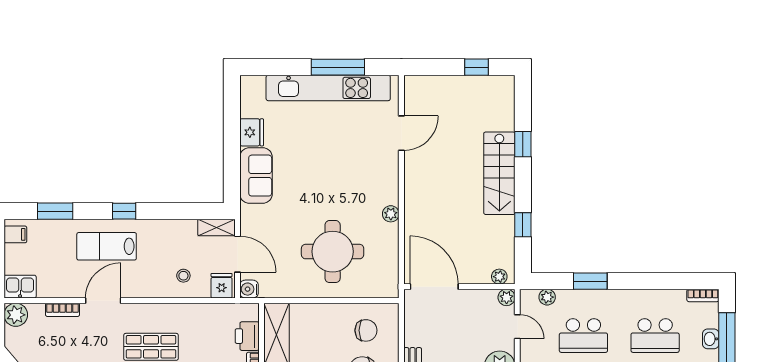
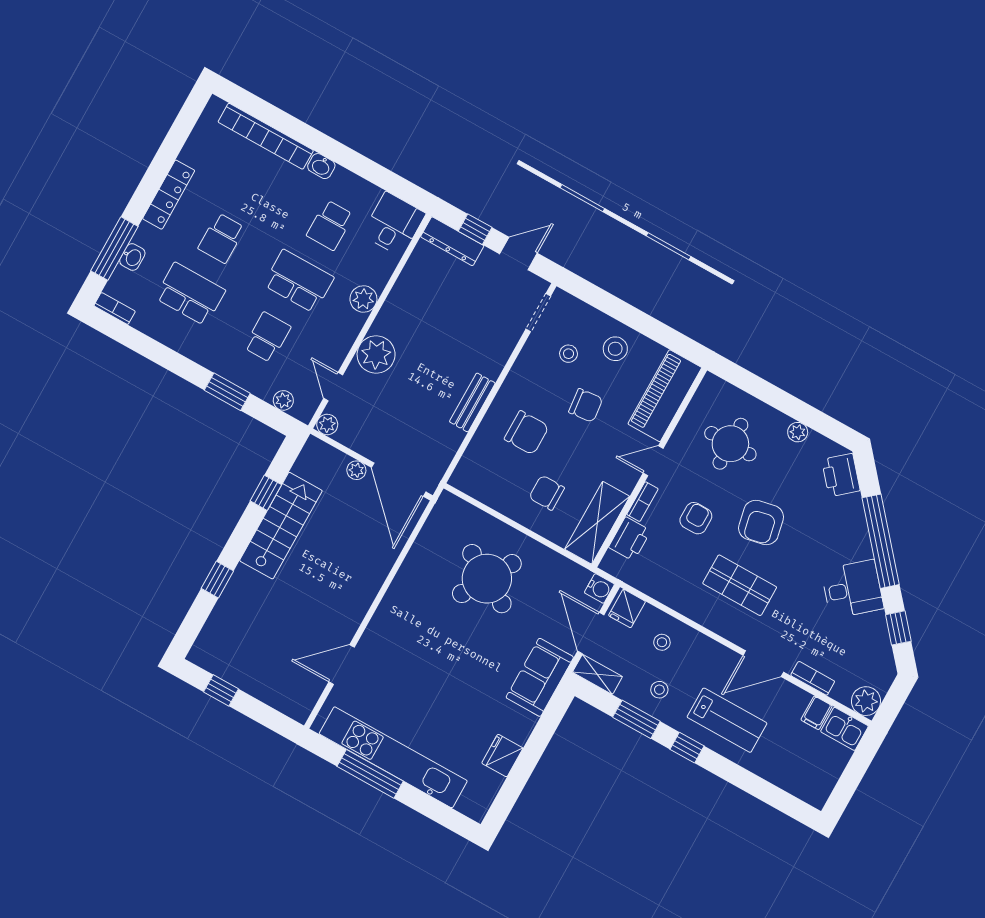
stairs: (499, 173) -> (281, 526), moved
sofa: (256, 176) -> (540, 677), moved
window: (55, 211) -> (636, 719), moved
plant: (391, 214) -> (402, 584), removed
filing cabinet: (15, 234) -> (817, 713), moved, turned -90
stool: (167, 241) -> (659, 690), added
round table: (333, 252) -> (487, 579), turned 30
plant: (499, 277) -> (356, 470), moved
chair: (366, 330) -> (547, 493), moved
school desk: (583, 336) -> (267, 337), width x0.54

